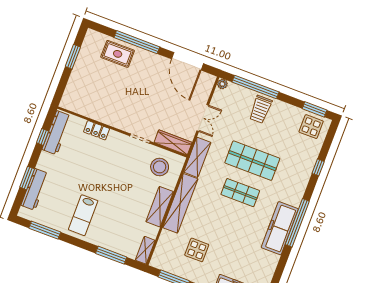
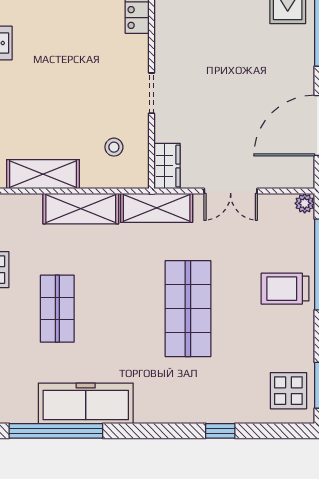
wardrobe: (173, 142) -> (167, 166), width x0.67
stool: (160, 167) -> (114, 147), width x0.53, depth x0.53
shop shelf: (240, 193) -> (57, 309), moved
shelving: (180, 203) -> (81, 209), width x0.68
window: (297, 223) -> (56, 431), moved

